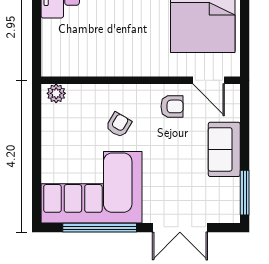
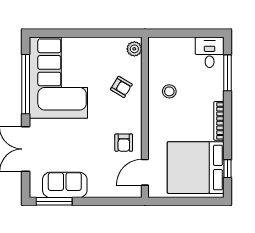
stool: (109, 50) -> (169, 91), added
armchair: (119, 125) -> (121, 87), moved
sofa: (224, 149) -> (65, 185), moved

